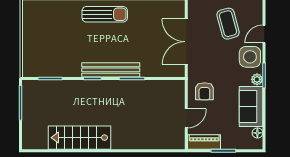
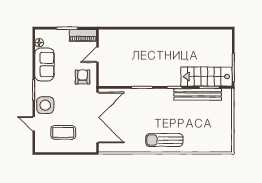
coffee table: (228, 24) -> (63, 132), turned -75
door: (264, 34) -> (34, 124), swing flipped
double door: (186, 42) -> (98, 118), width x1.36
bench: (111, 70) -> (198, 94), moved
plant: (257, 79) -> (40, 87), removed
stairs: (80, 138) -> (207, 77), moved, turned 180

